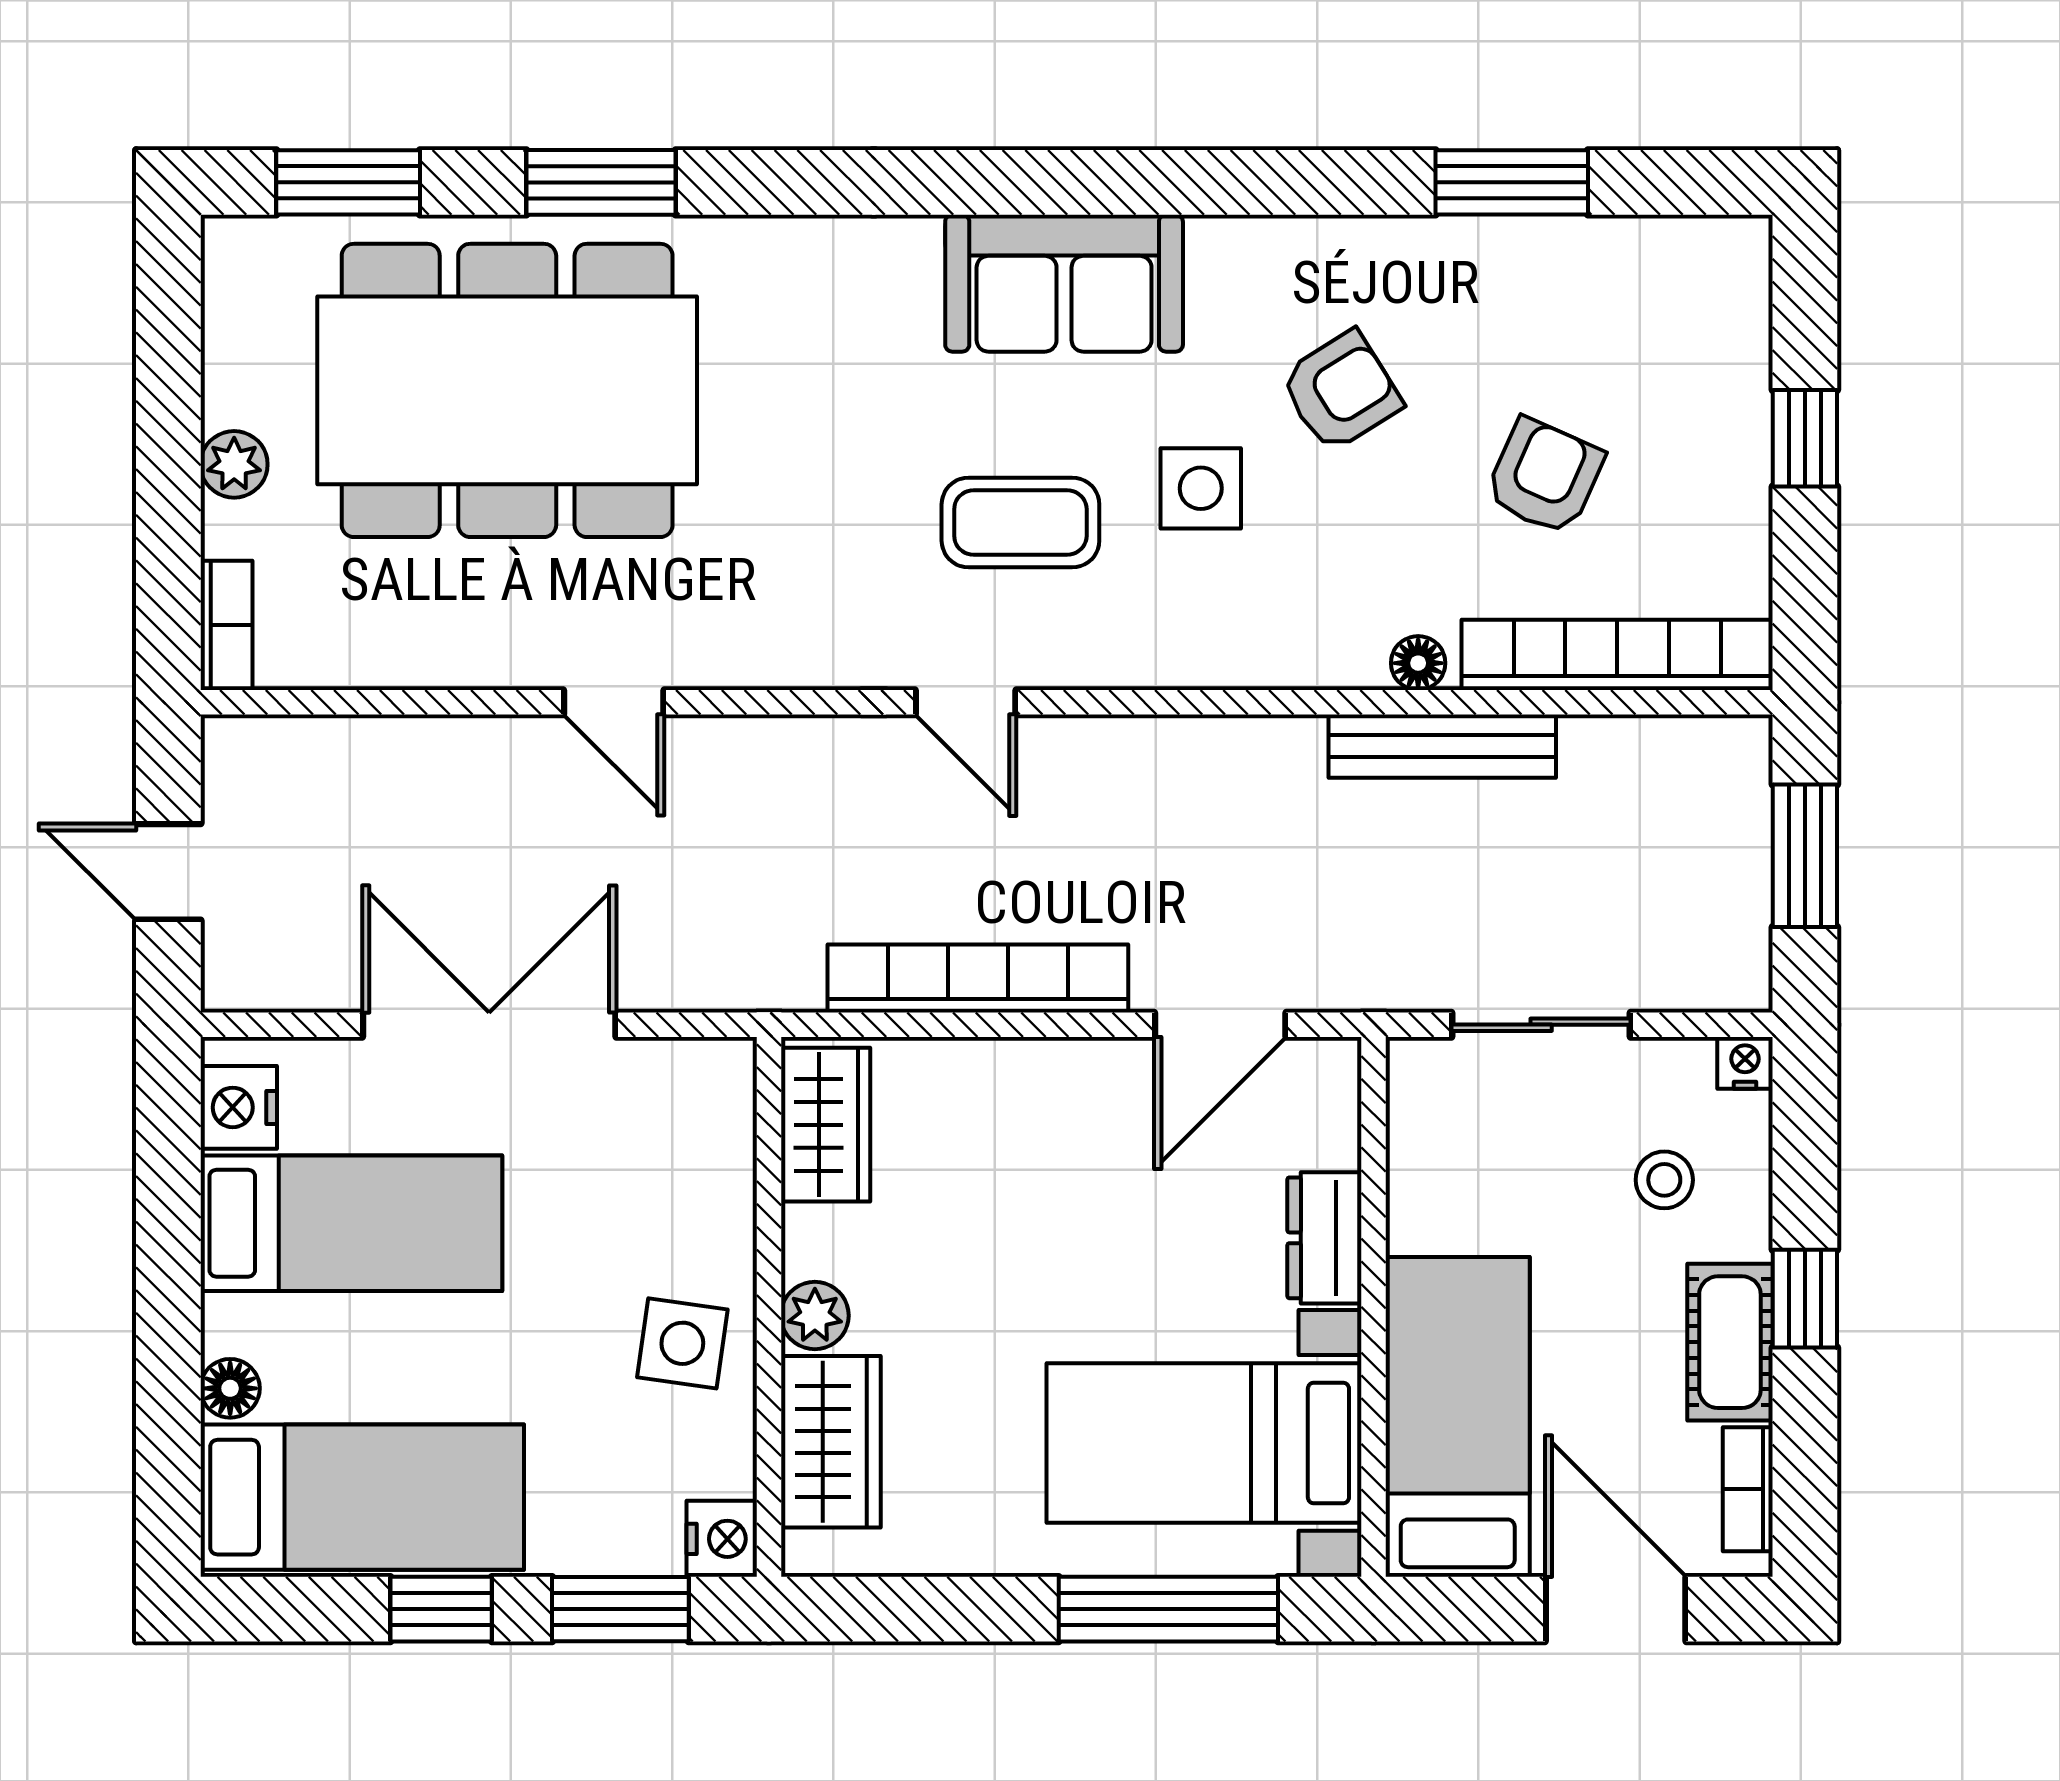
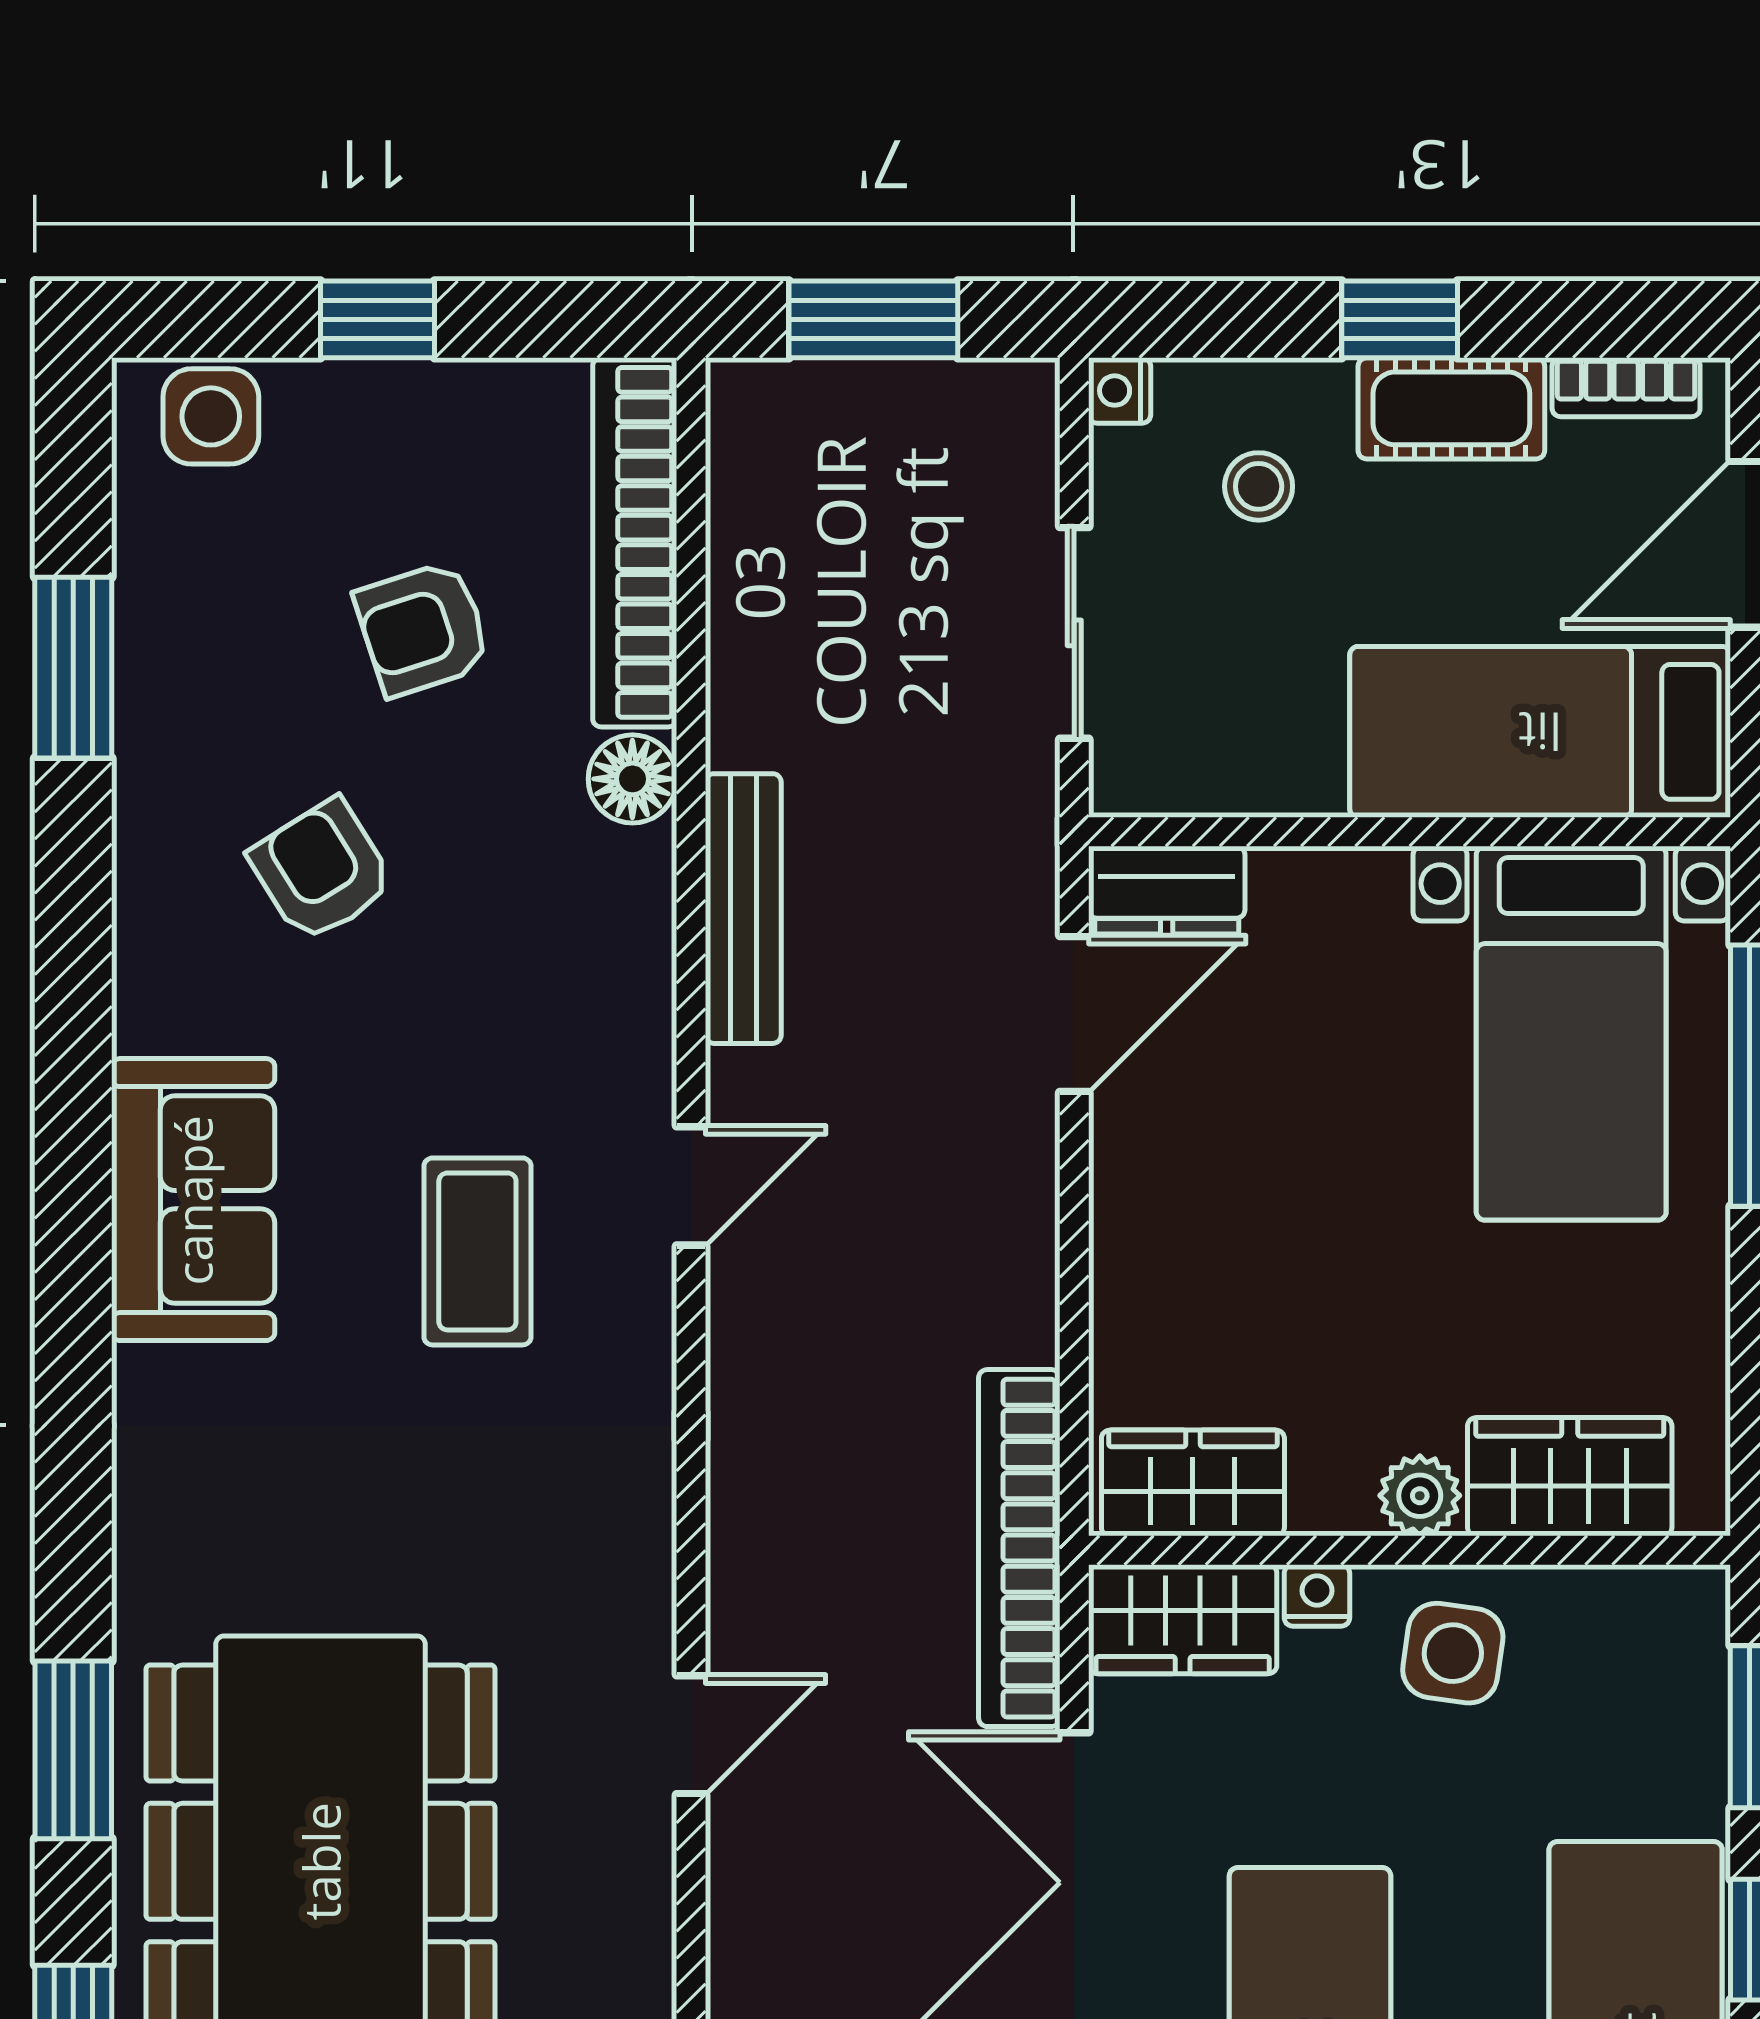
armchair: (1545, 476) -> (423, 629), turned -42
side table: (1201, 488) -> (211, 416), moved
floor lamp: (1418, 663) -> (632, 779), width x1.37, depth x1.37
door: (966, 702) -> (691, 1186), moved
bench: (1442, 746) -> (743, 909), moved
bookcase: (978, 978) -> (1019, 1548), moved
door: (1220, 1025) -> (1074, 1014), hinge flipped
wardrobe: (711, 1116) -> (1183, 1619), added
dresser: (1324, 1238) -> (1167, 890), moved
nightstand: (722, 1539) -> (1317, 1595), moved, width x0.72, depth x0.74

